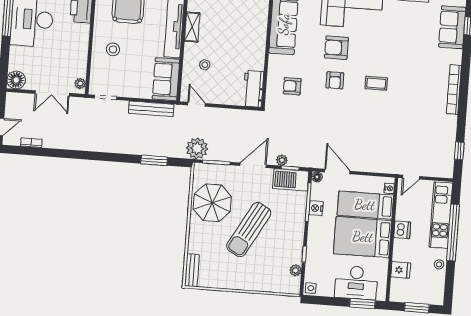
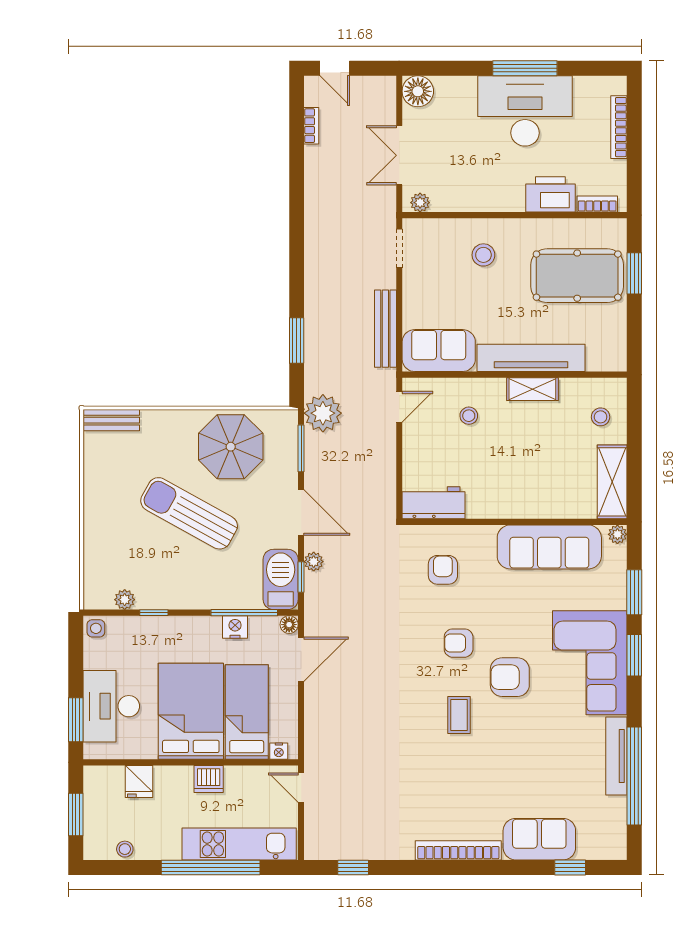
sofa: (452, 27) -> (539, 839), moved
armchair: (336, 48) -> (510, 677), moved, turned -90
stool: (439, 264) -> (125, 849), moved

